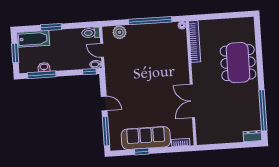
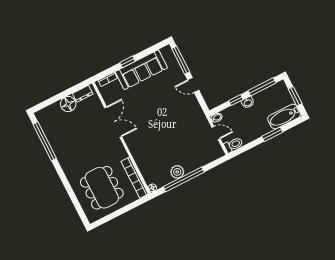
plant: (119, 32) -> (177, 172), moved
dining table: (238, 63) -> (102, 188), moved
washbasin: (44, 67) -> (248, 102), moved
window: (89, 72) -> (236, 100), moved
floor lamp: (227, 135) -> (68, 104), added
dresser: (253, 136) -> (83, 94), moved
window: (142, 152) -> (128, 62), moved

